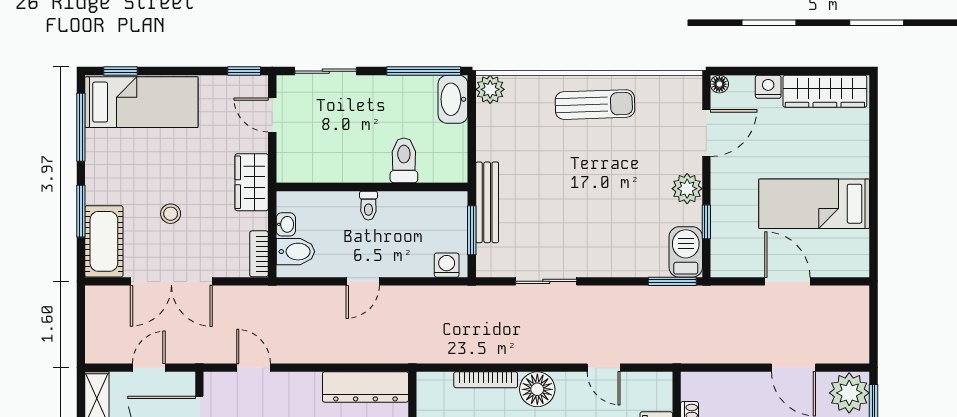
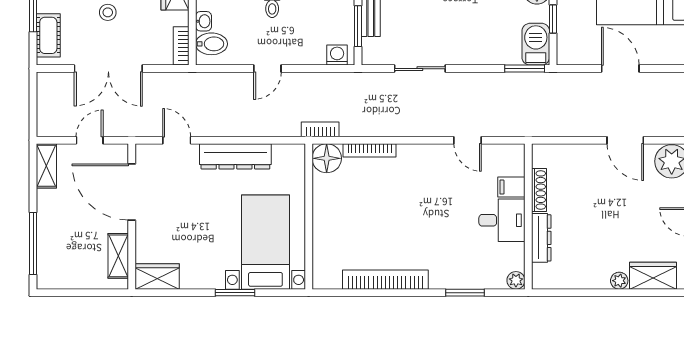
cot: (104, 241) -> (48, 35), width x0.73, depth x0.75
bookcase: (426, 355) -> (320, 129), added
dresser: (365, 387) -> (235, 156), moved
floor lamp: (537, 389) -> (327, 158), moved

